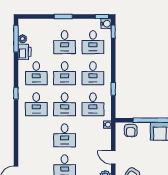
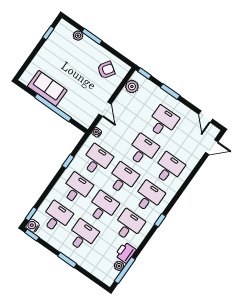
armchair: (131, 130) -> (79, 112), removed
desk: (36, 135) -> (169, 168), added
door: (113, 157) -> (105, 109), moved

